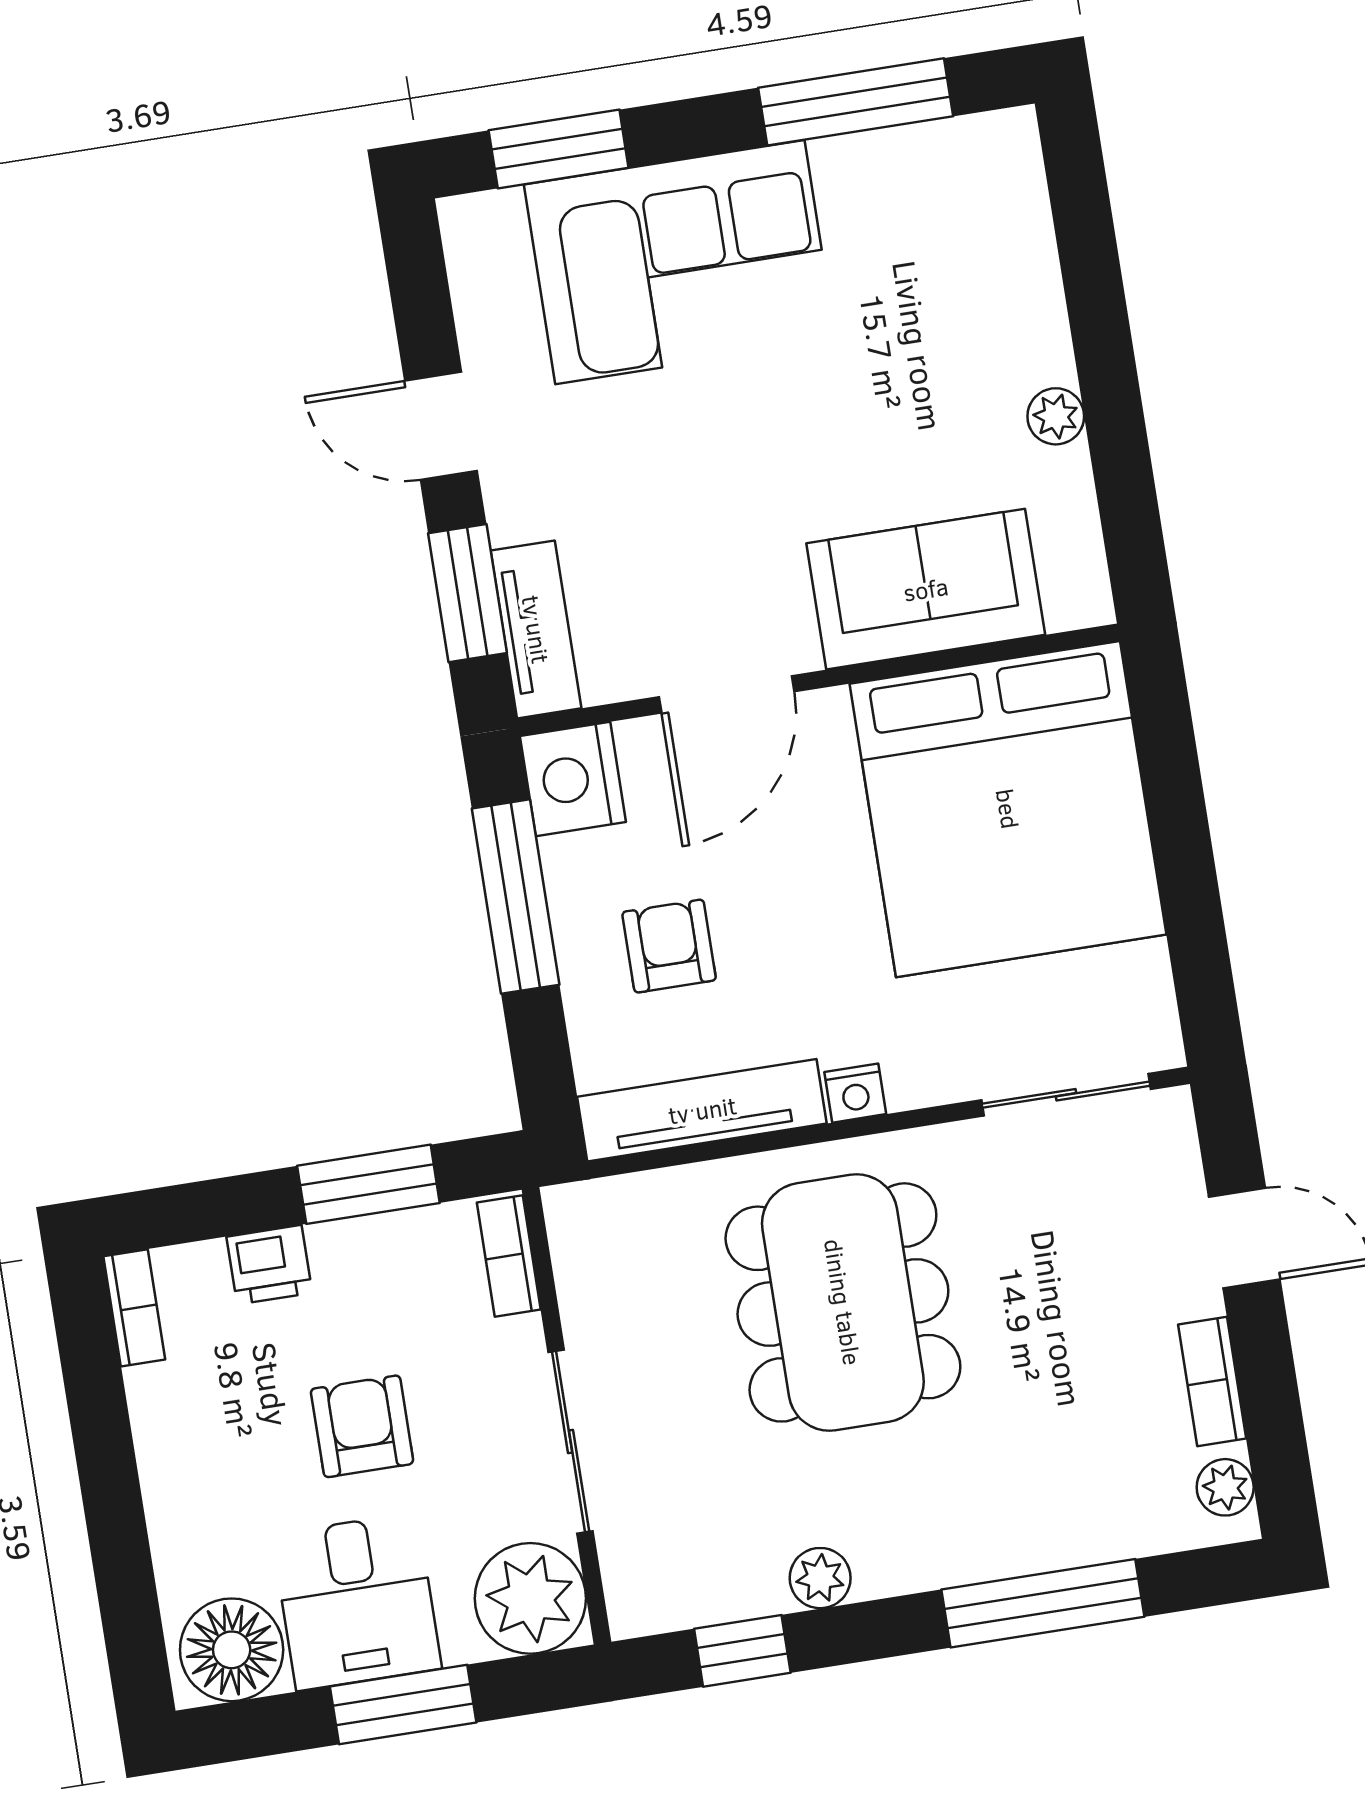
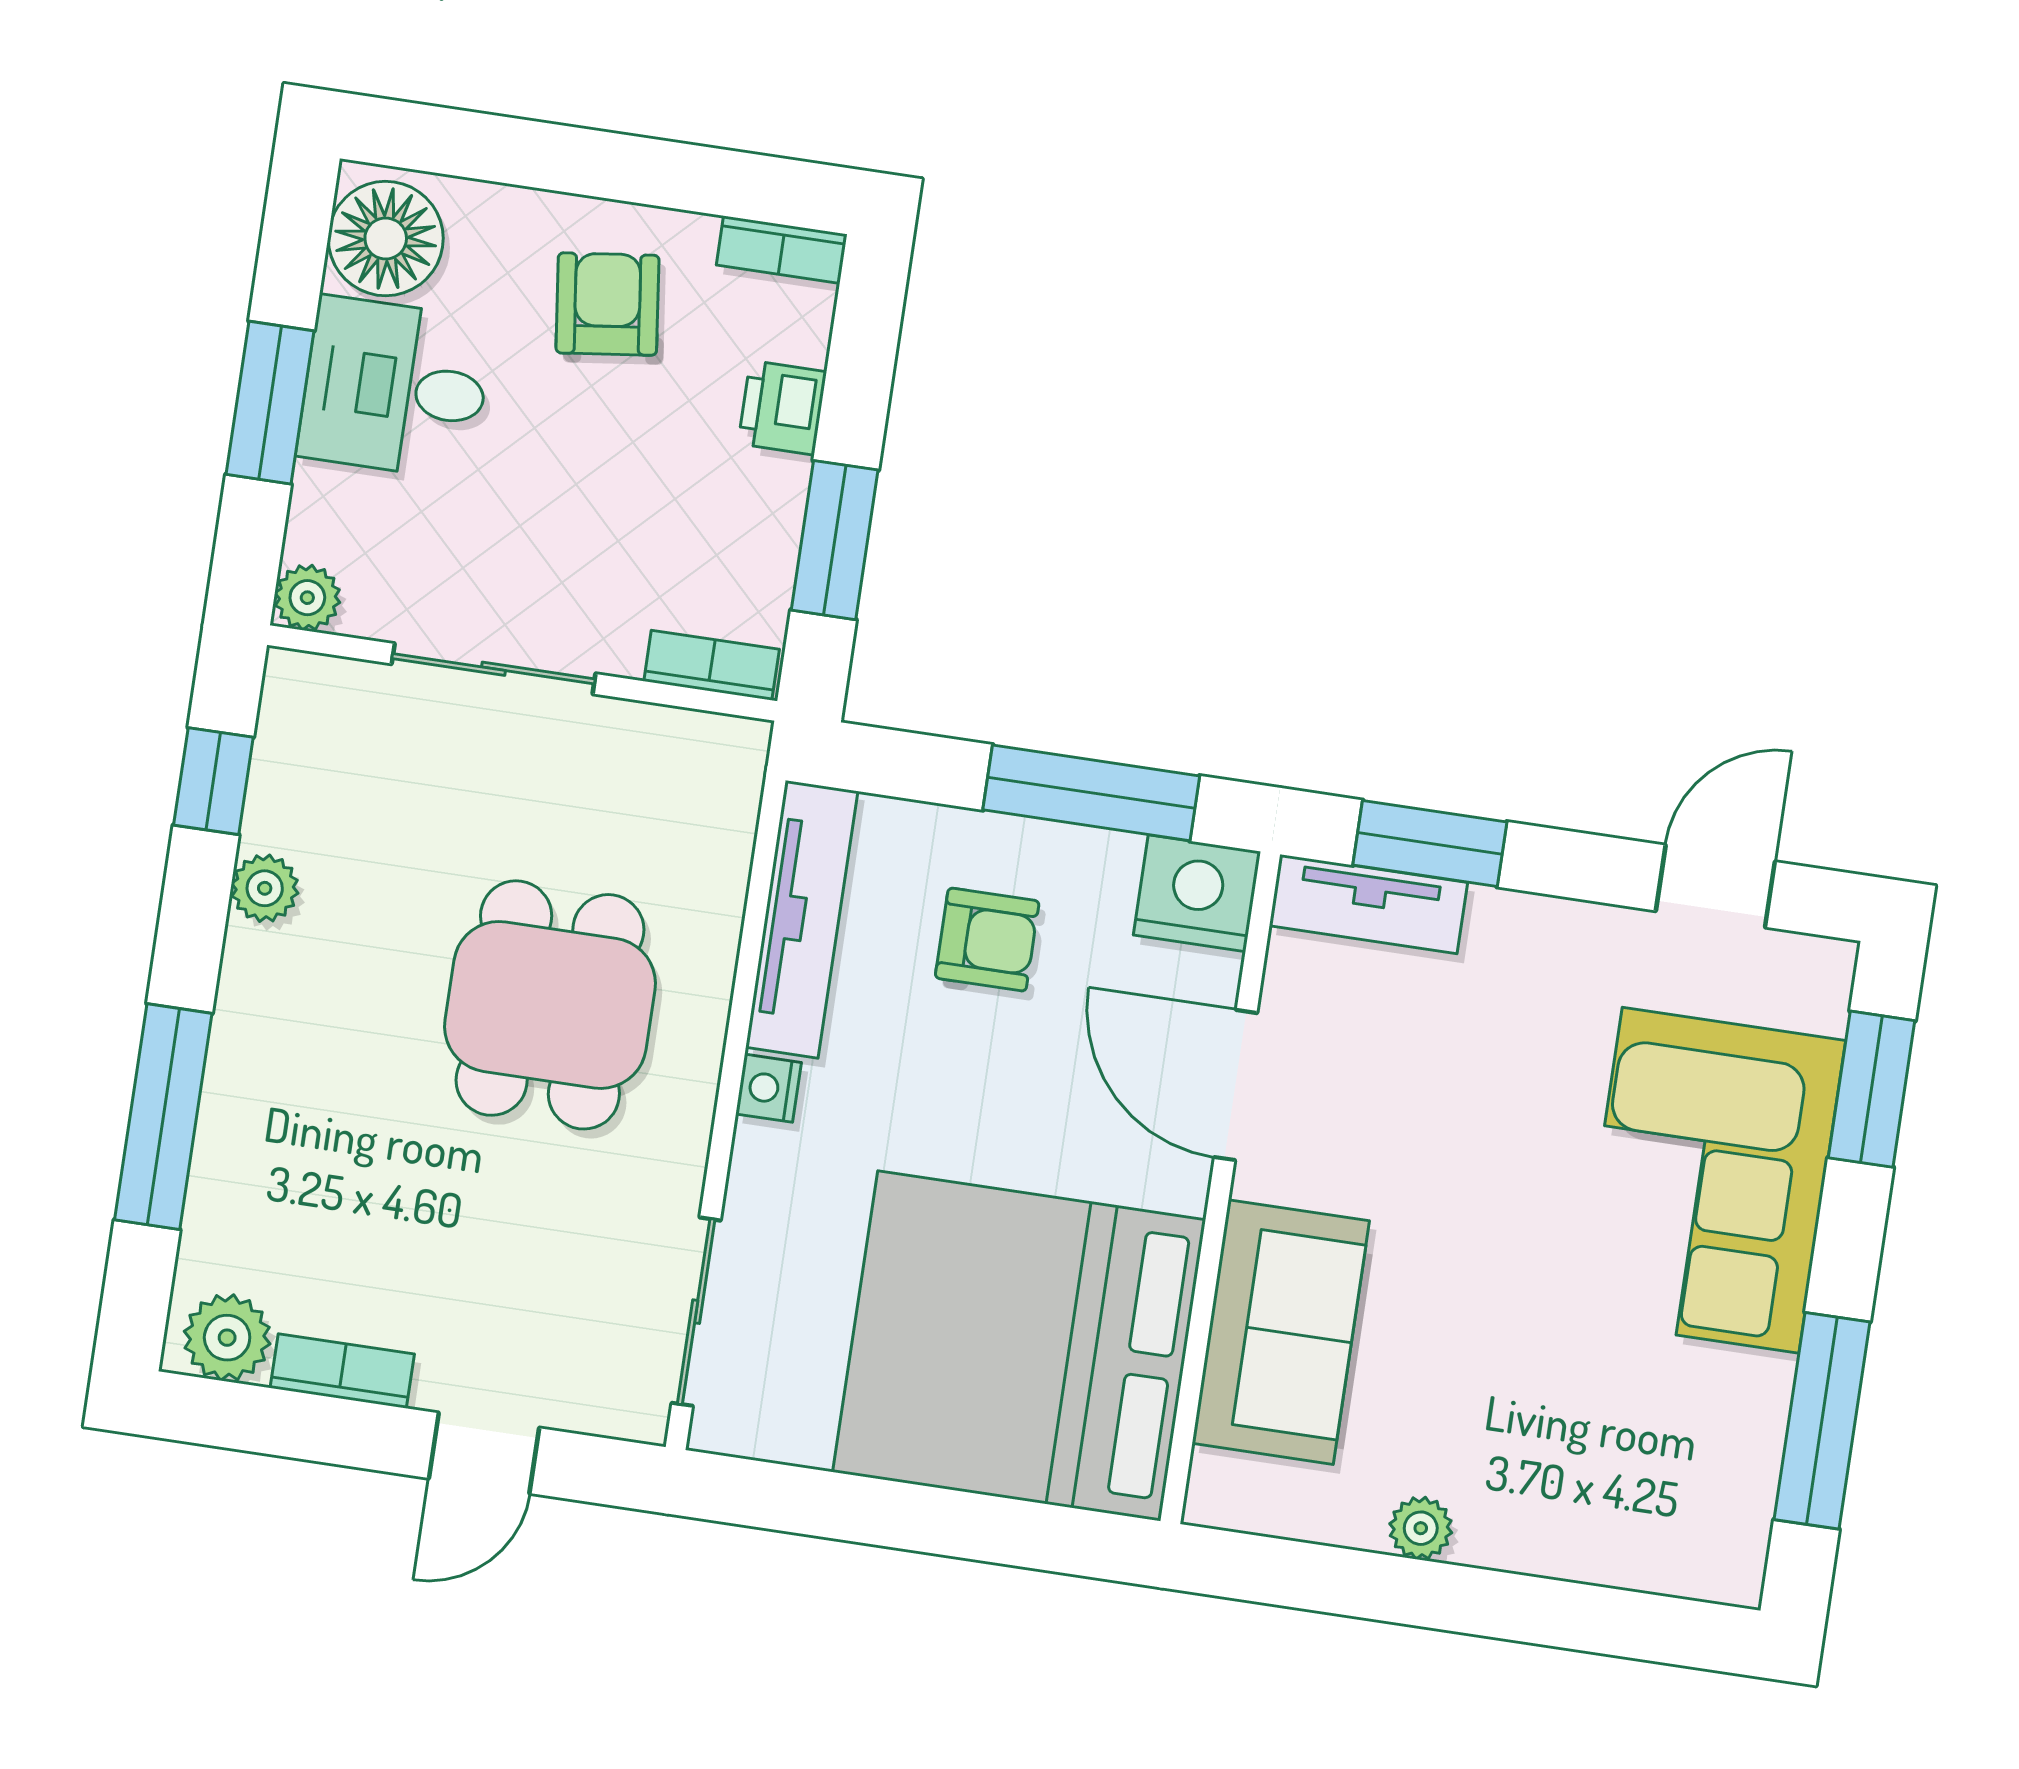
door: (441, 426) -> (1715, 886), moved
dining table: (843, 1302) -> (550, 1005), width x0.73
armchair: (362, 1426) -> (607, 304), moved, turned -97
plant: (1225, 1487) -> (227, 1338), width x1.38, depth x1.38
plant: (530, 1598) -> (307, 598), width x0.53, depth x0.53

